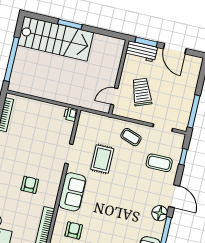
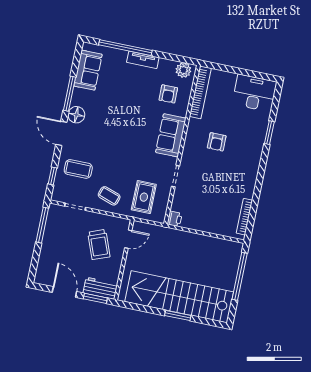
stairs: (56, 39) -> (179, 297), width x1.36
rug: (102, 159) -> (144, 197), moved

